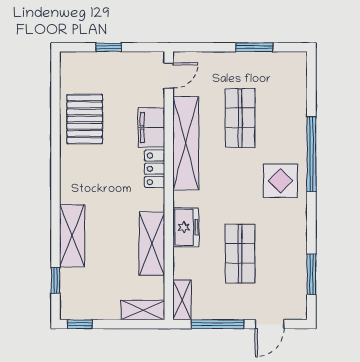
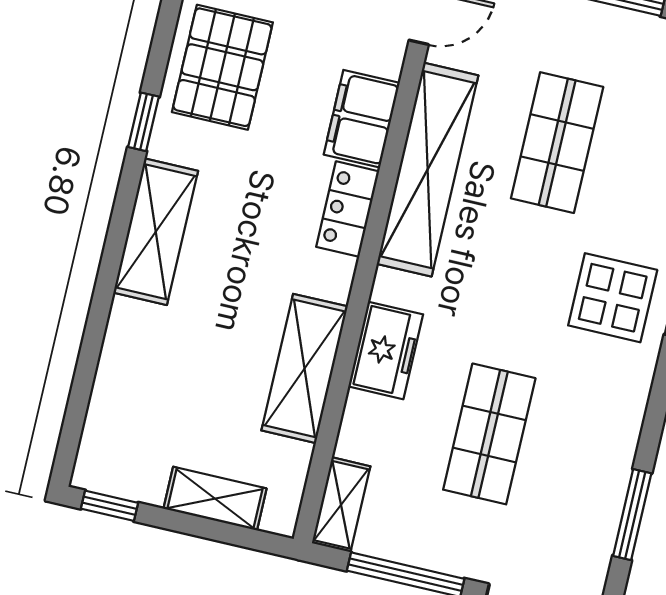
shelving: (72, 236) -> (156, 232), moved
window: (56, 280) -> (144, 122), moved
shelving: (143, 310) -> (215, 499), moved

